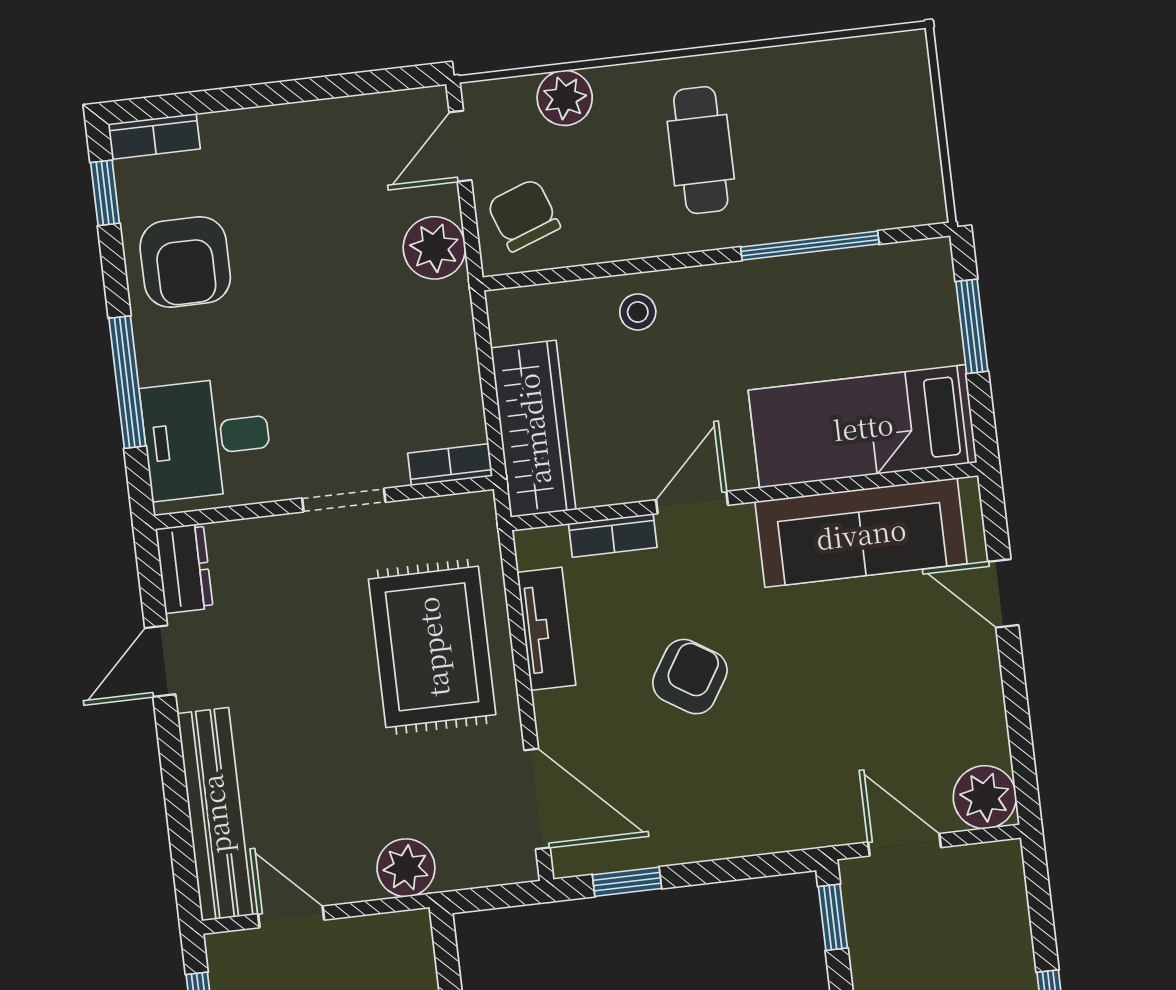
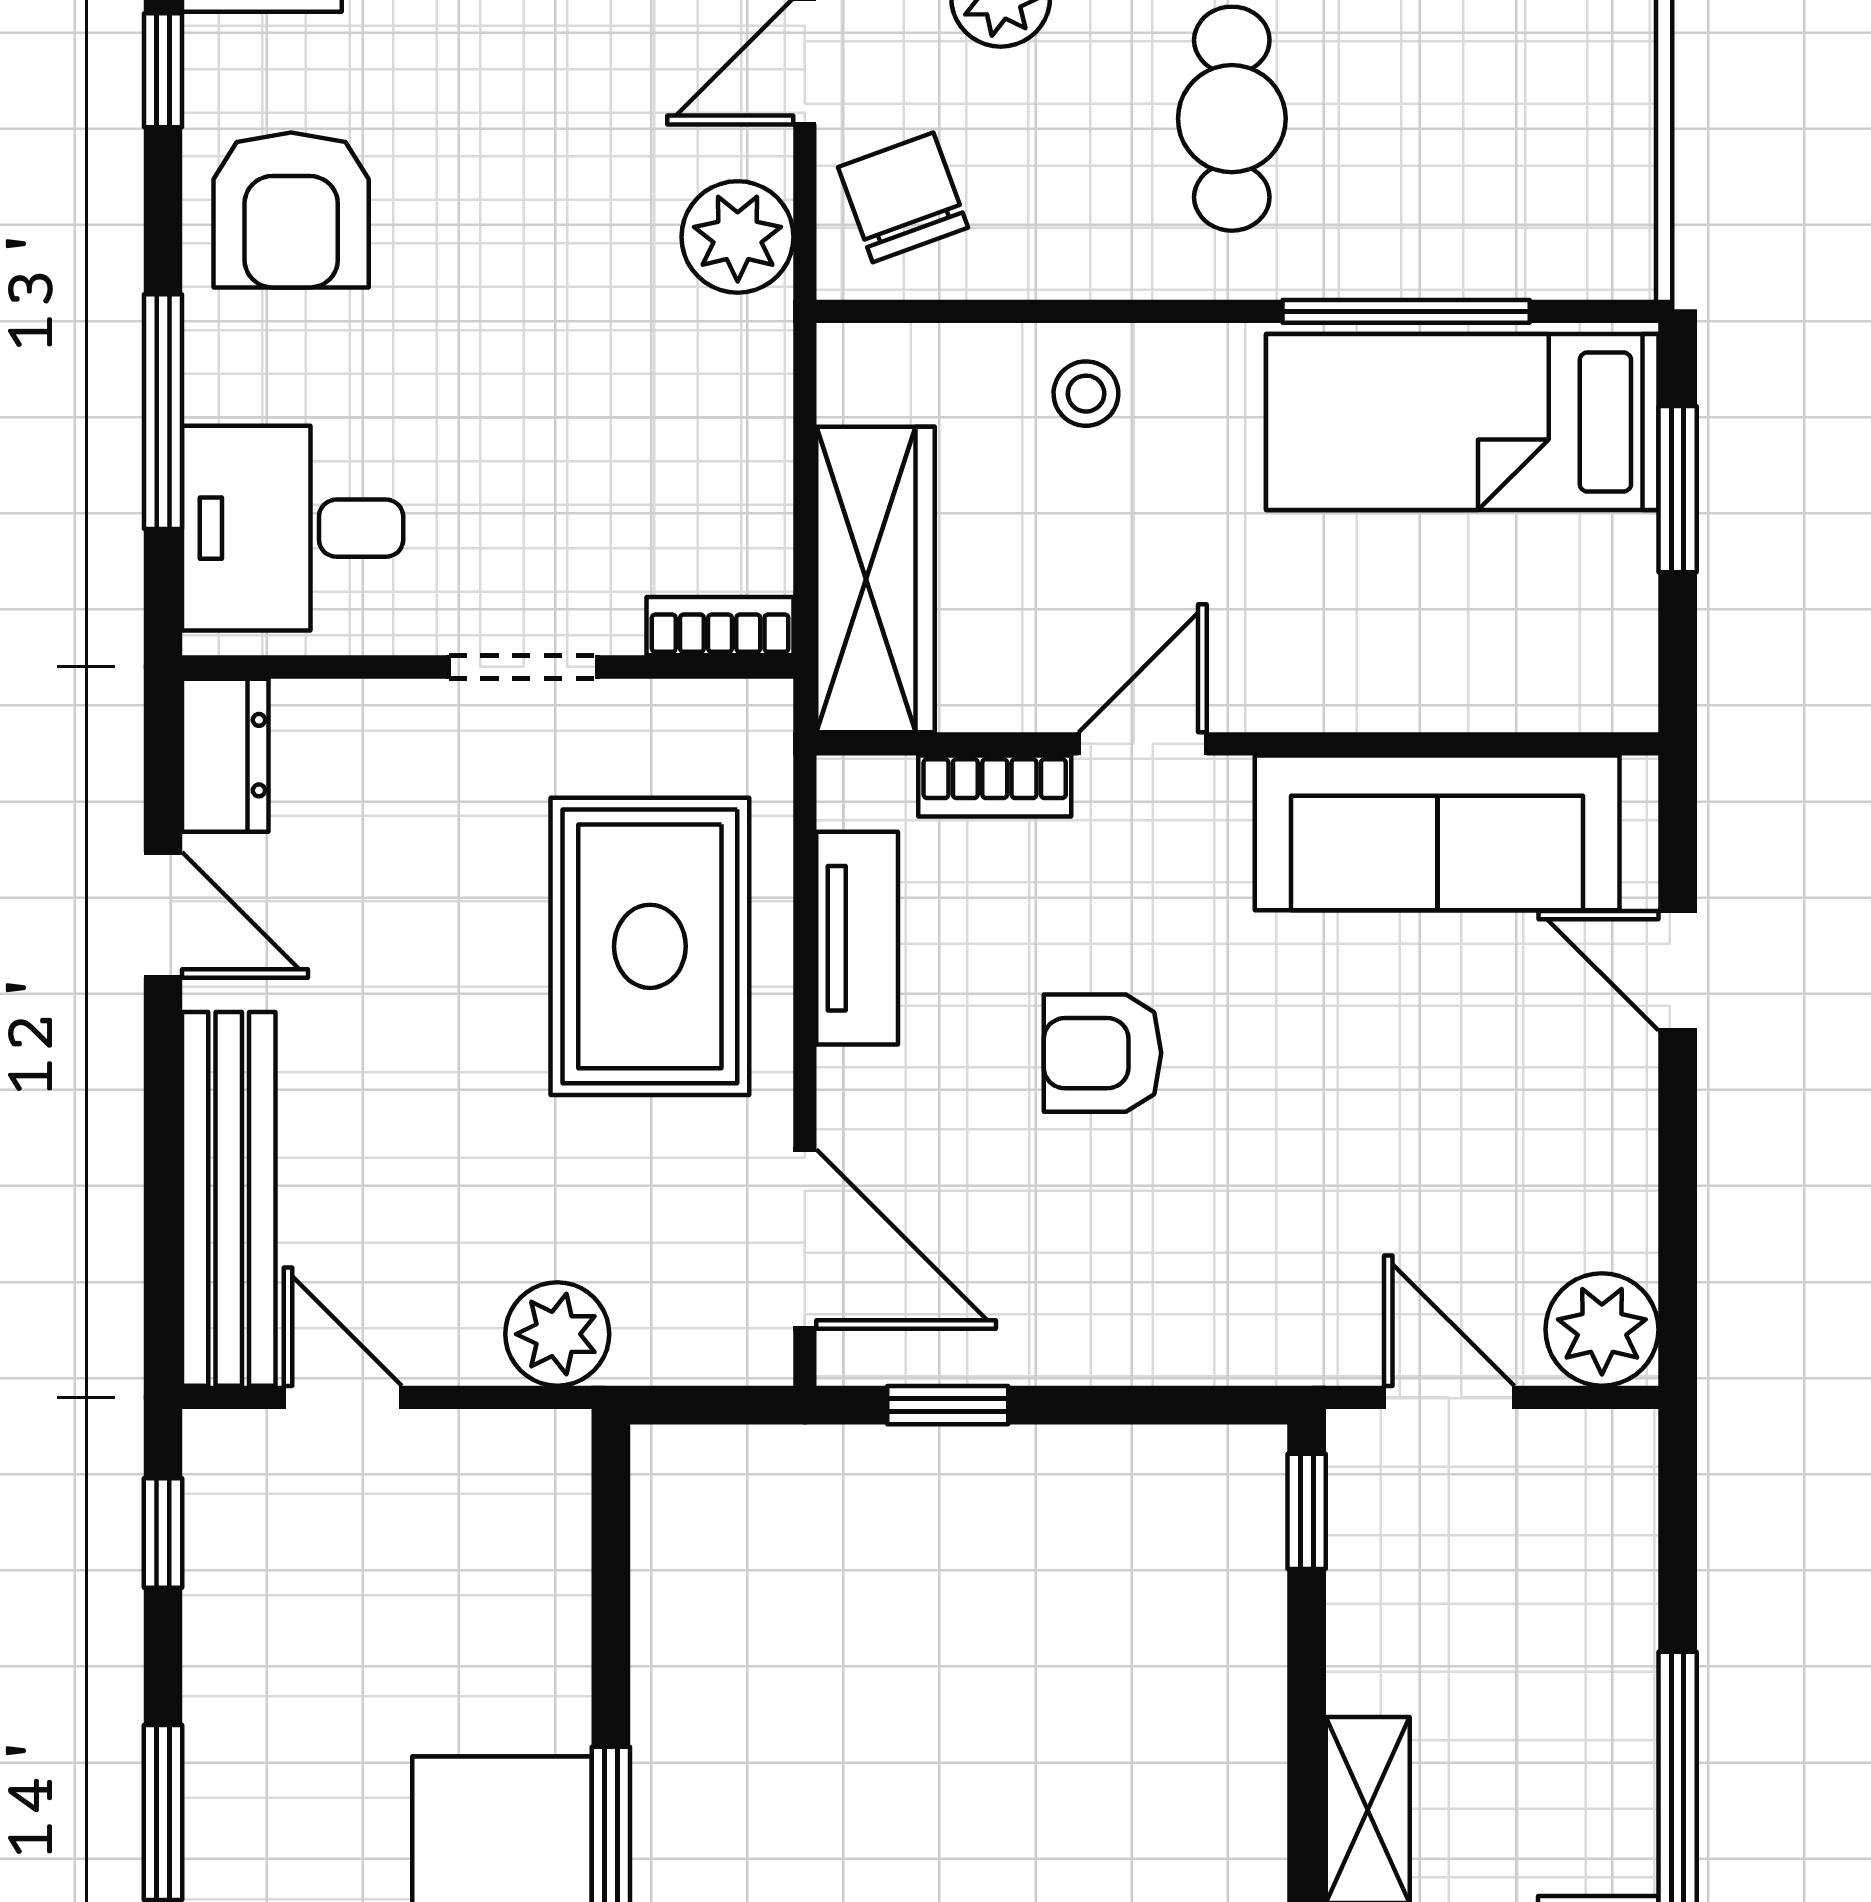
bed: (863, 426) -> (1462, 422), moved
door: (160, 661) -> (163, 915), swing flipped
armchair: (690, 677) -> (1103, 1053), turned -122

